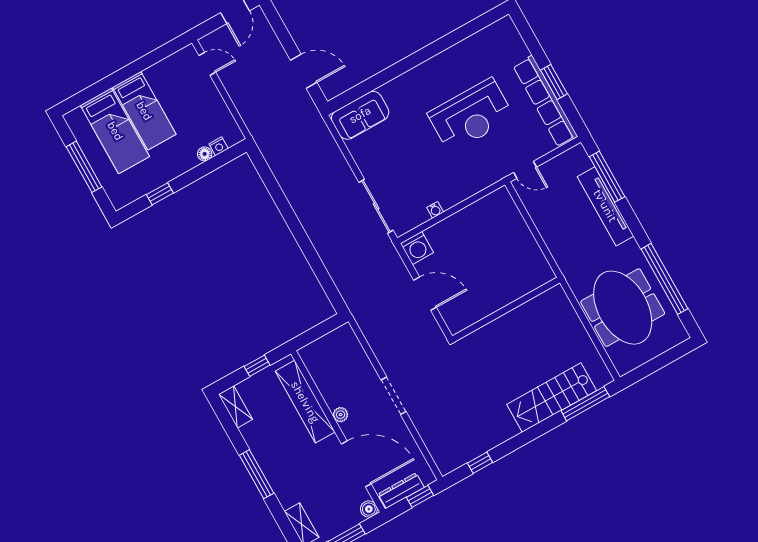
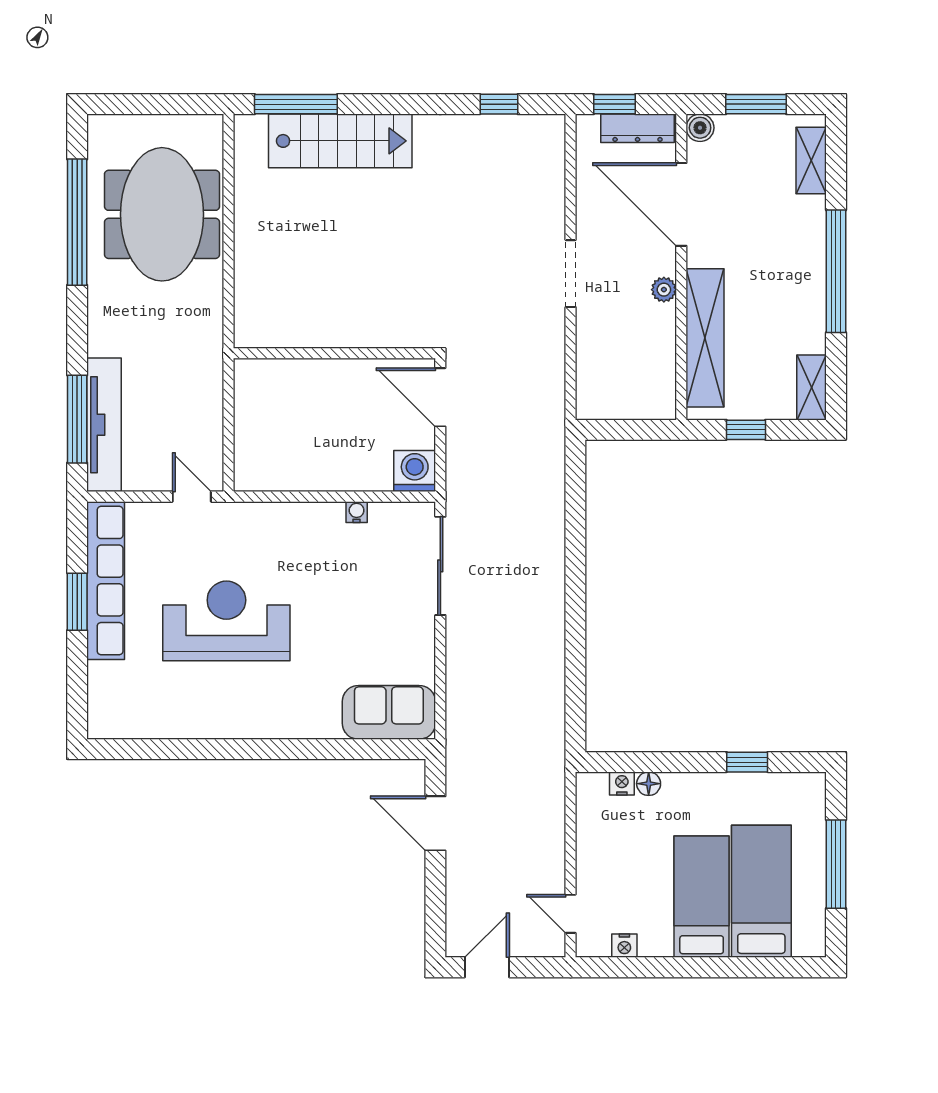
nightstand: (170, 63) -> (624, 946), added
tv unit: (605, 206) -> (104, 425), moved
wall: (506, 309) -> (334, 353), moved
window: (257, 474) -> (836, 271), width x1.46

